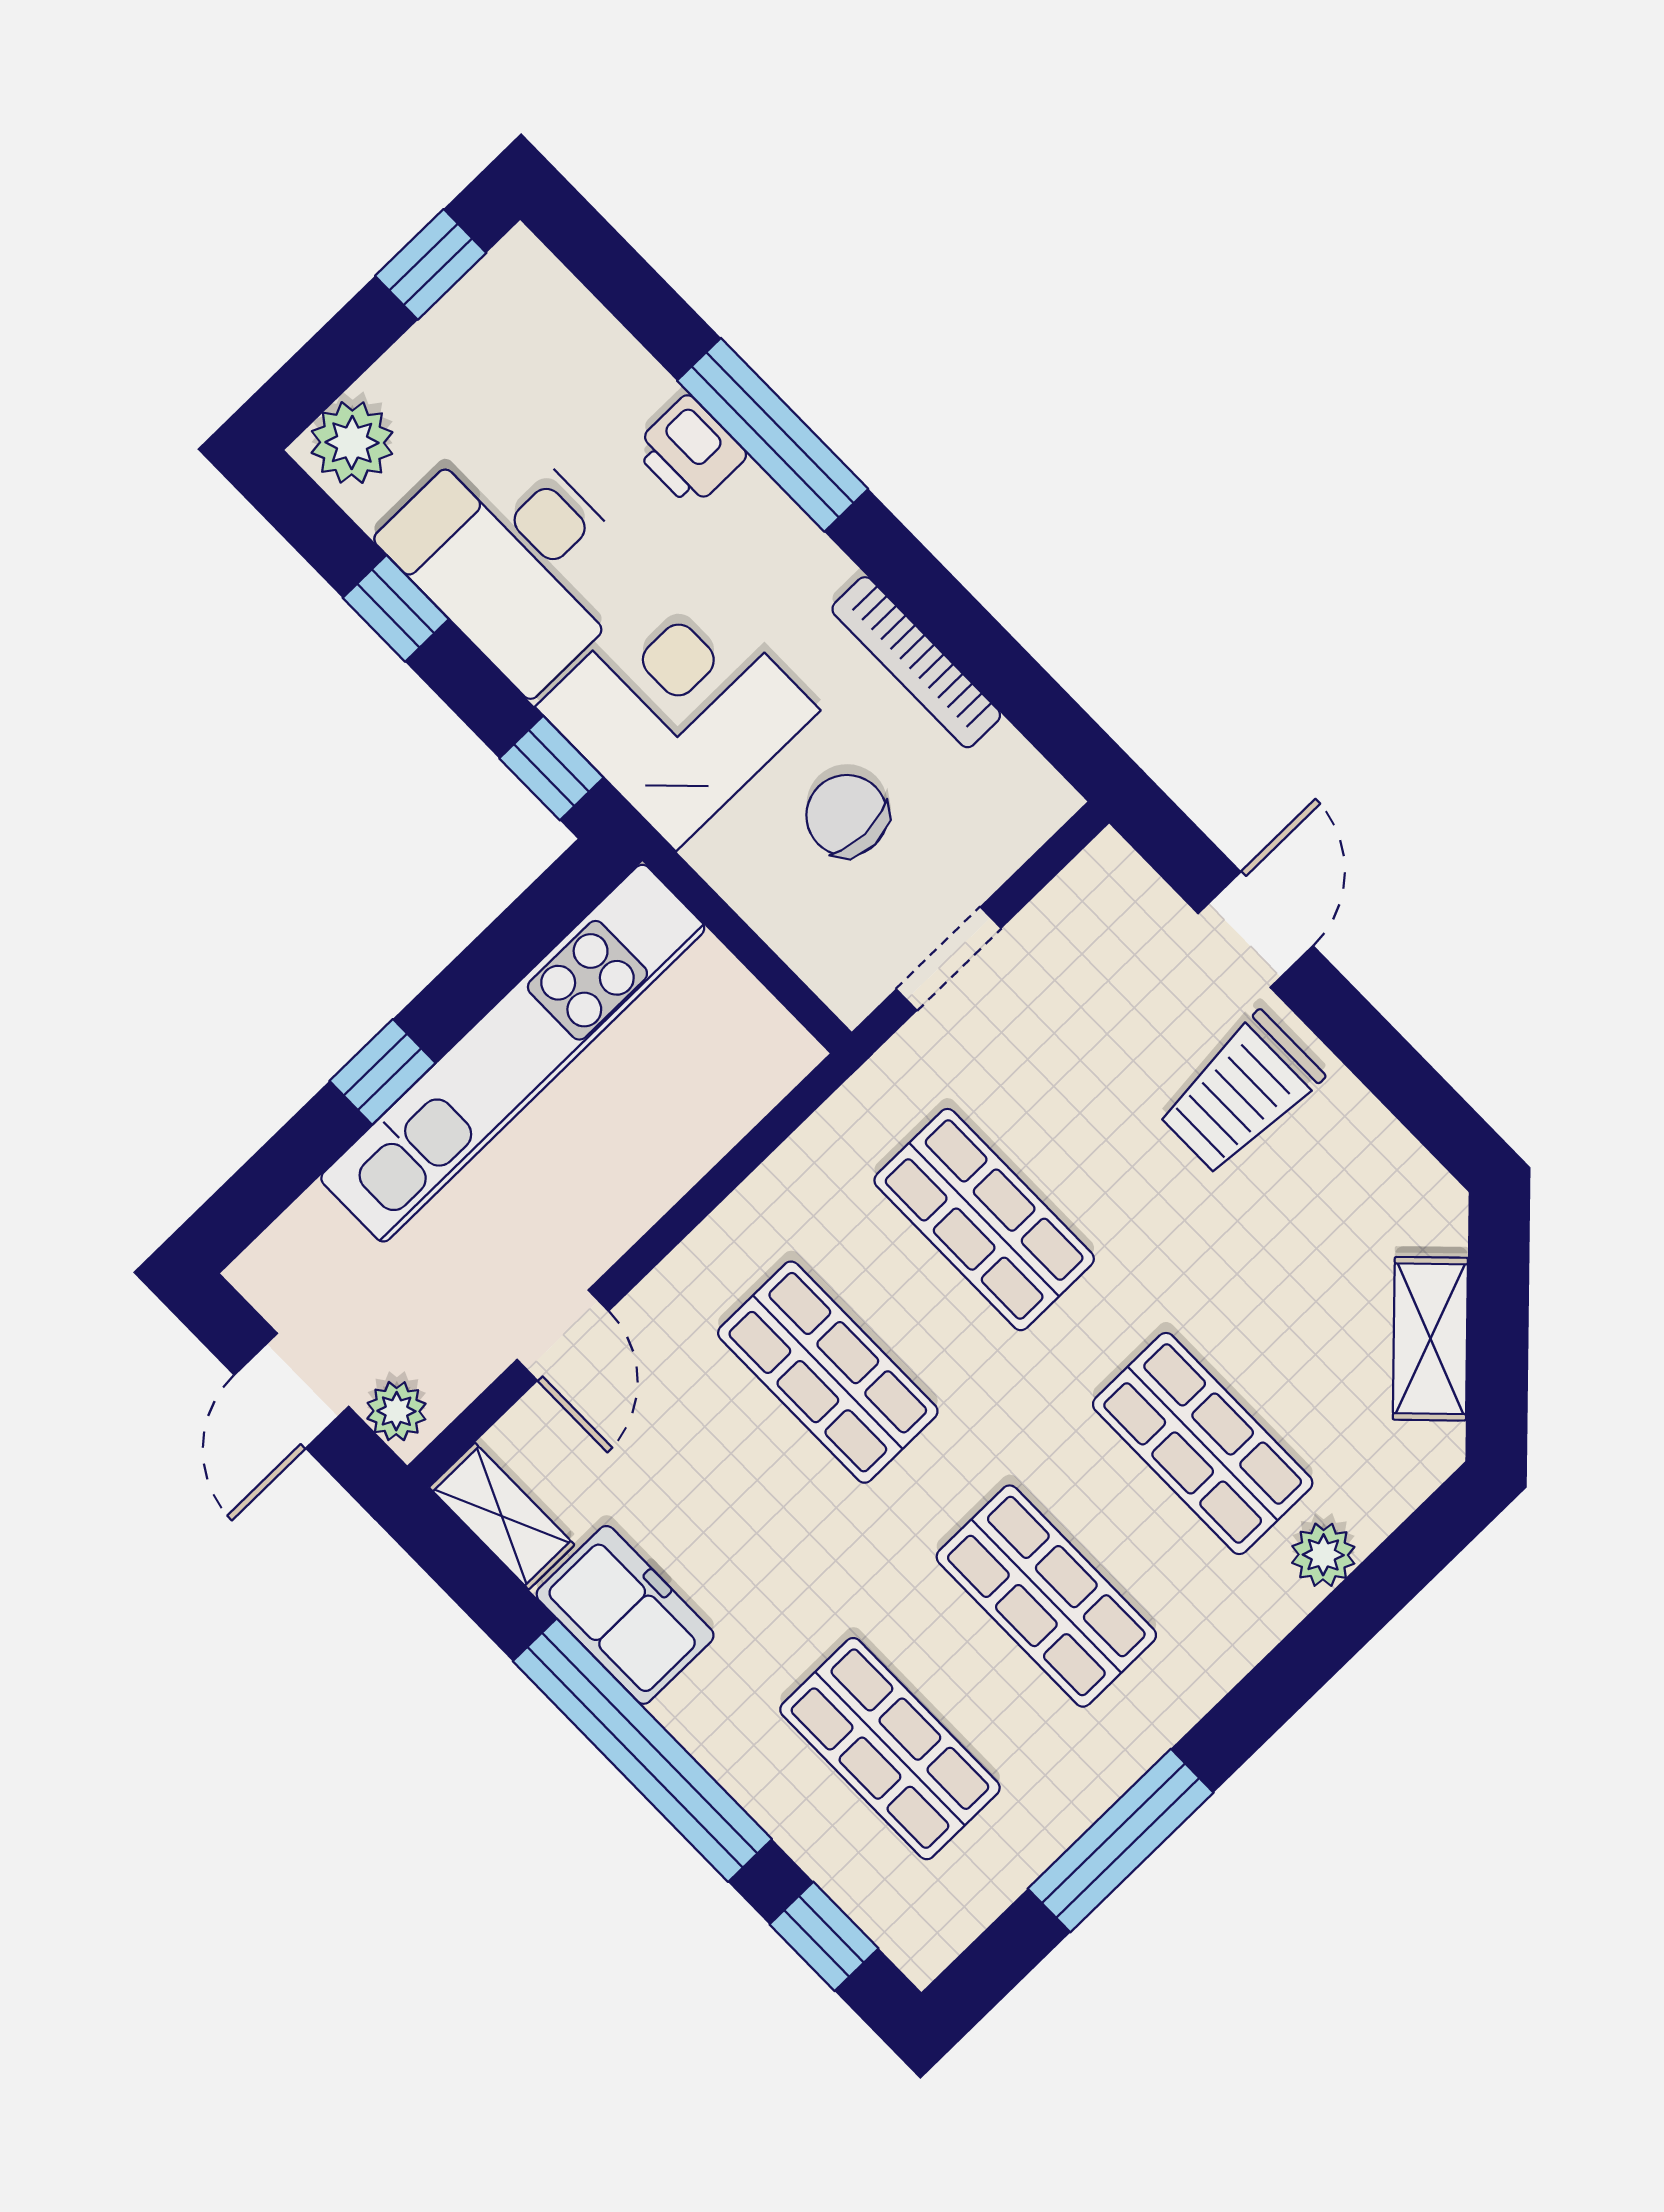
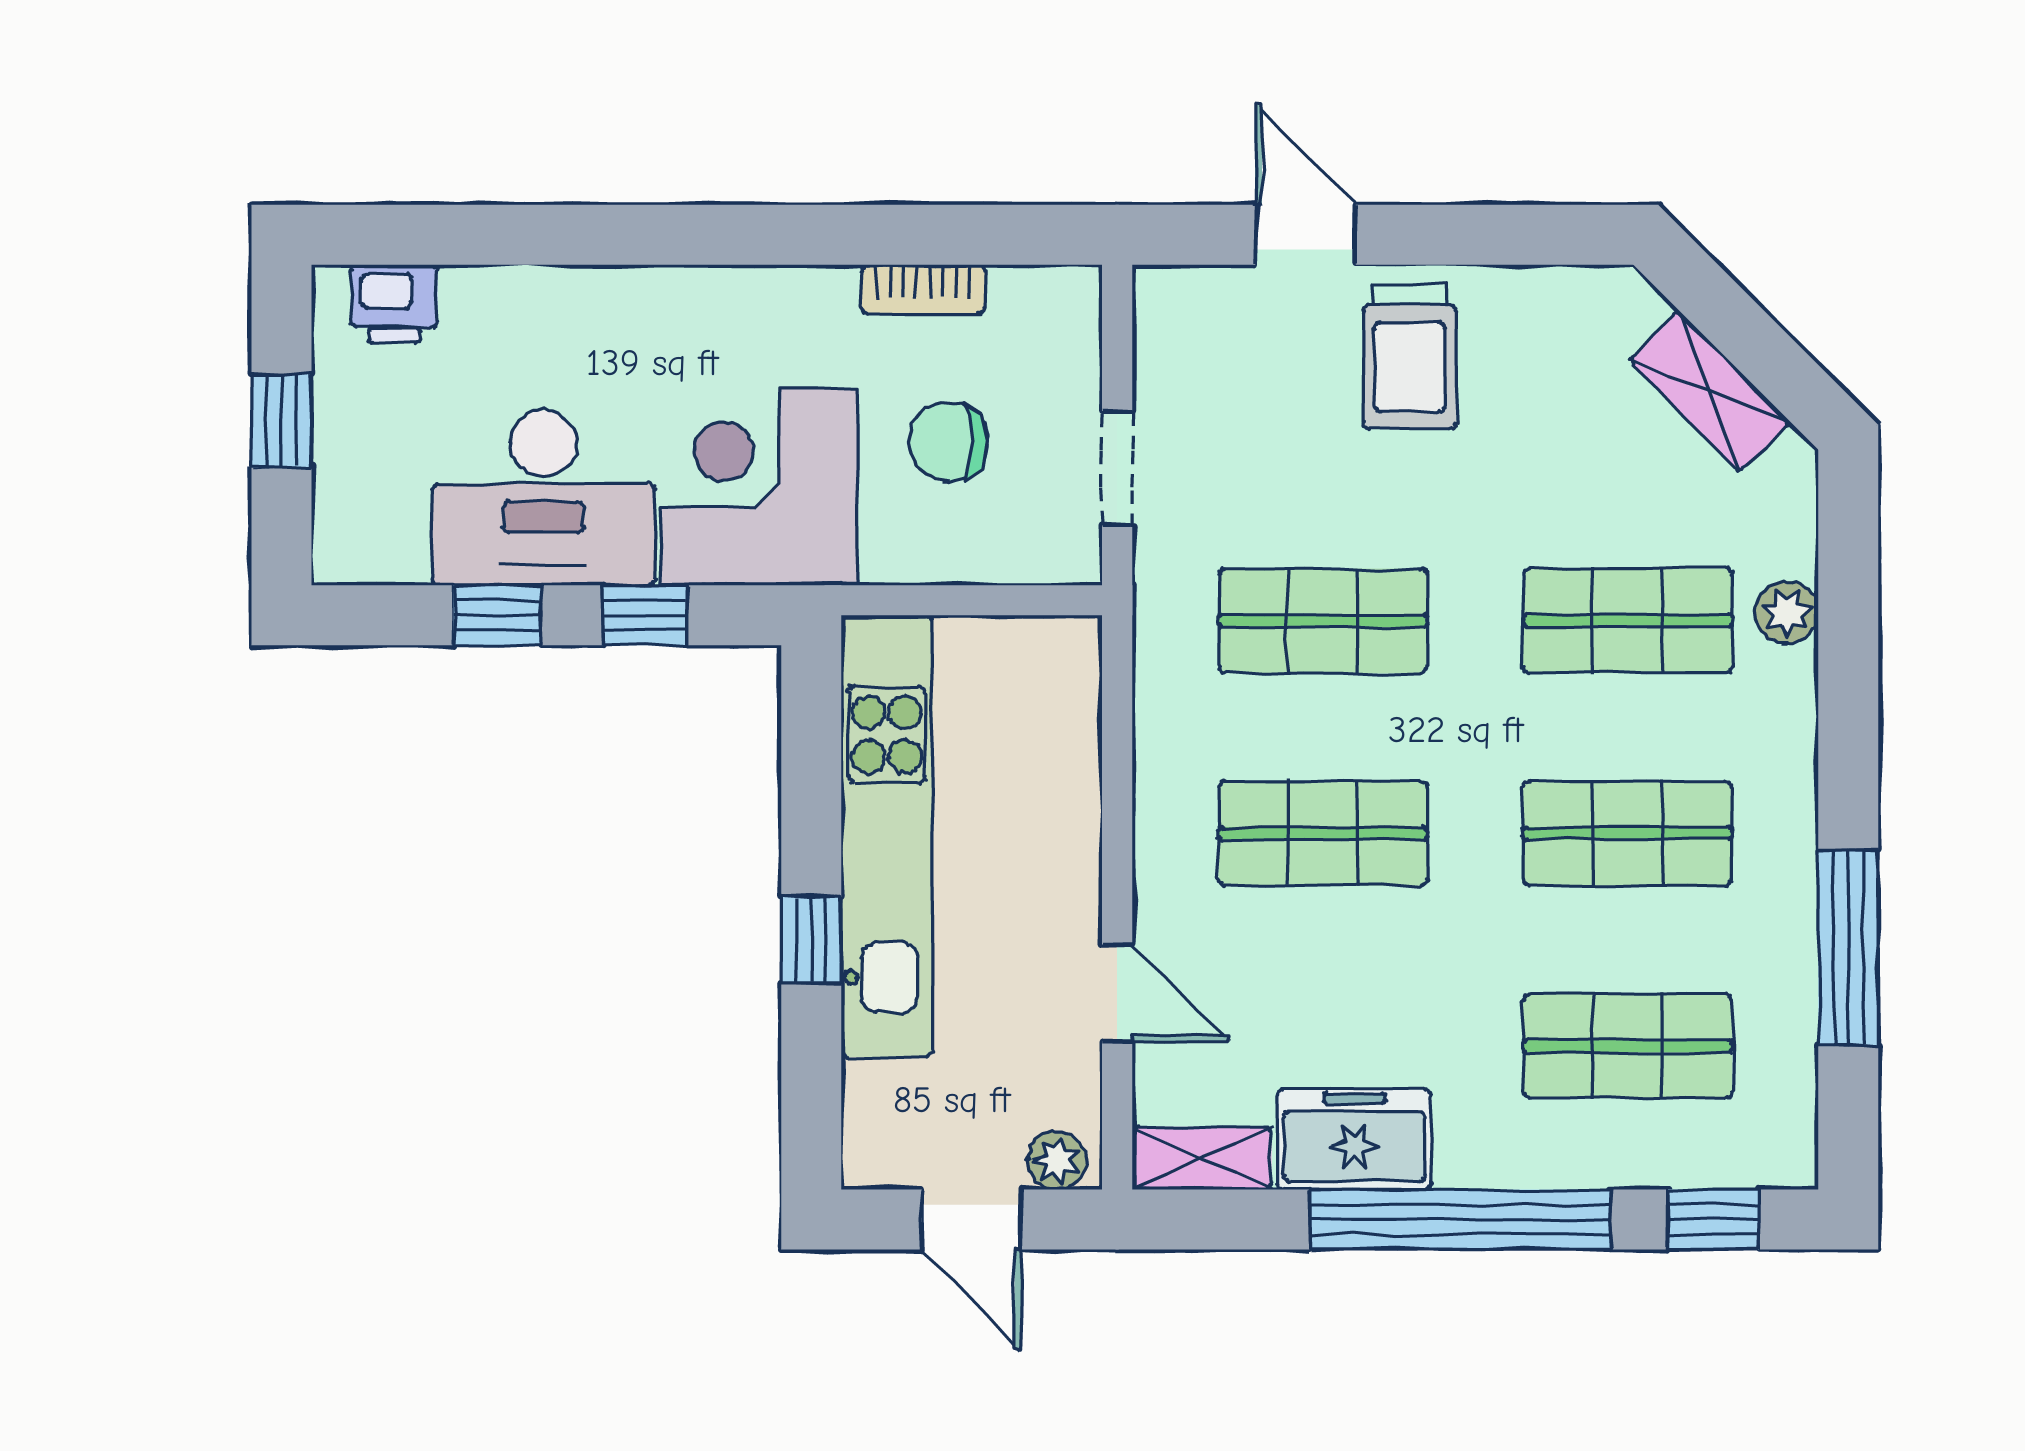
window: (431, 264) -> (282, 421), moved
window: (773, 435) -> (633, 235), removed
plant: (352, 443) -> (352, 533), removed
printer: (690, 452) -> (394, 304), moved
bookcase: (916, 662) -> (923, 289), width x0.64
window: (551, 768) -> (645, 615), moved

